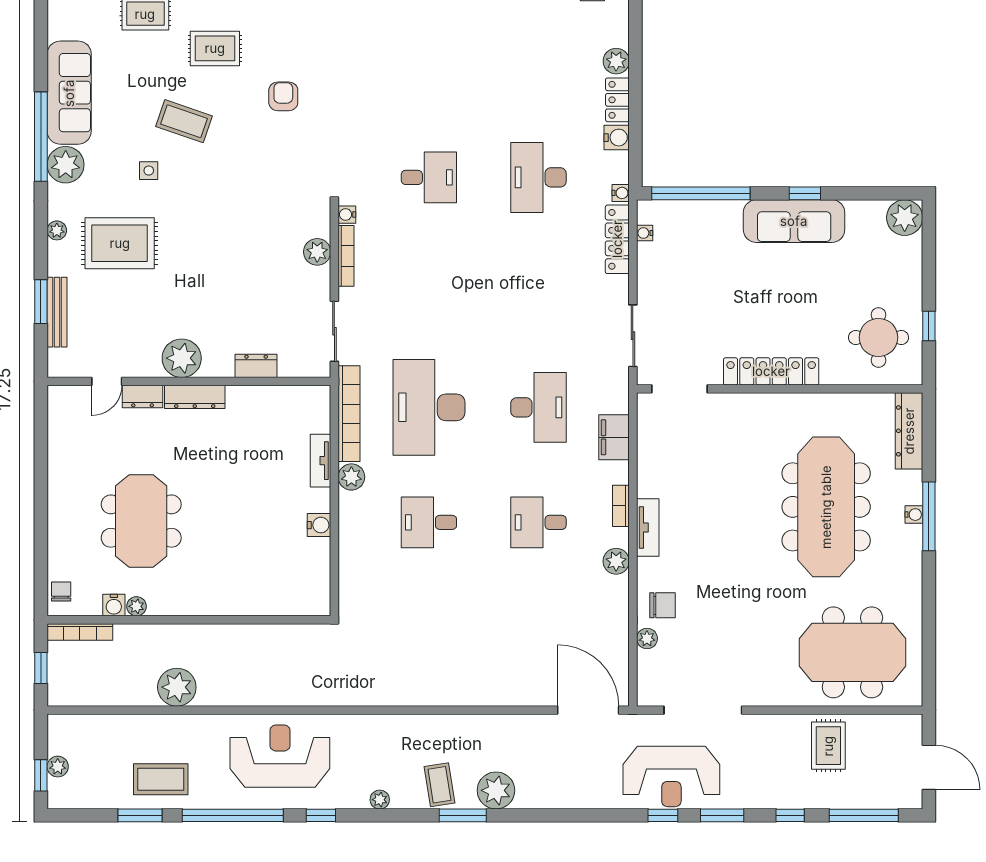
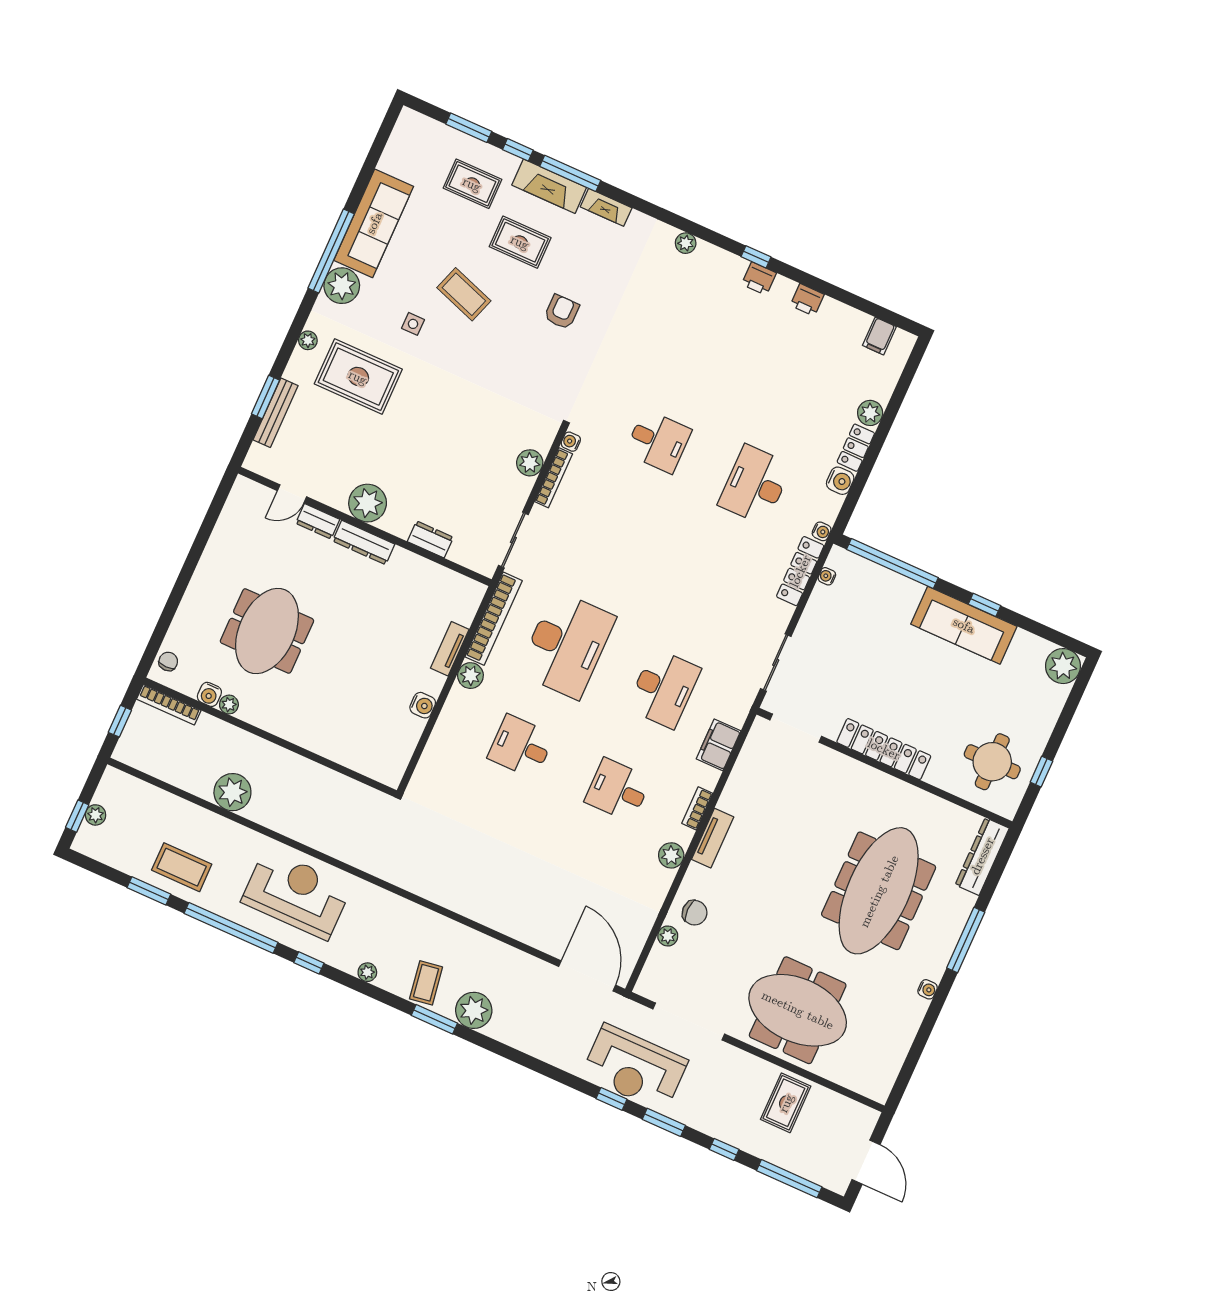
desk: (429, 407) -> (567, 645), turned 180
water cooler: (914, 515) -> (928, 989), moved
meeting table: (852, 652) -> (798, 1010), moved

